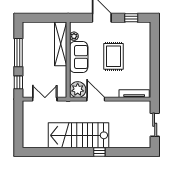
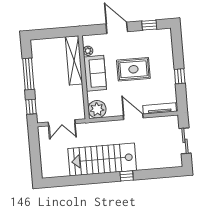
rug: (114, 56) -> (133, 69), turned 90
window: (155, 66) -> (180, 76), added
double door: (45, 99) -> (62, 123), swing flipped
door: (96, 99) -> (133, 117), moved

